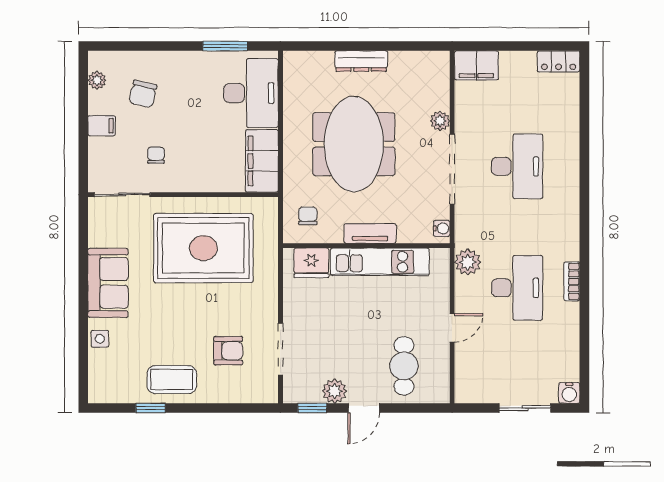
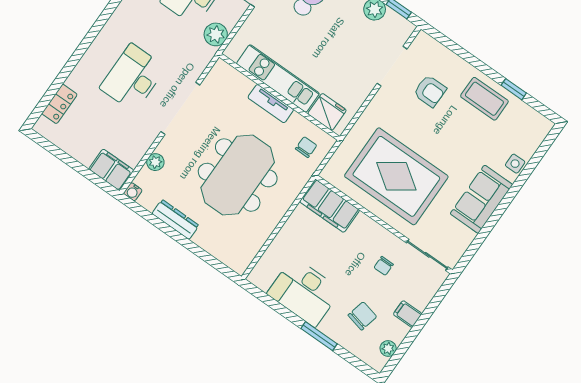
window: (225, 46) -> (319, 336), moved
dresser: (361, 61) -> (176, 219), moved
locker: (559, 61) -> (59, 104), moved, turned 90
desk: (251, 93) -> (304, 292), moved, turned -90
plant: (440, 121) -> (155, 162), moved
filing cabinet: (262, 161) -> (330, 206), moved, turned 90
chair: (308, 216) -> (306, 147), turned 180
water cooler: (442, 228) -> (133, 192), moved, turned -90
armchair: (228, 351) -> (430, 91), turned 180

